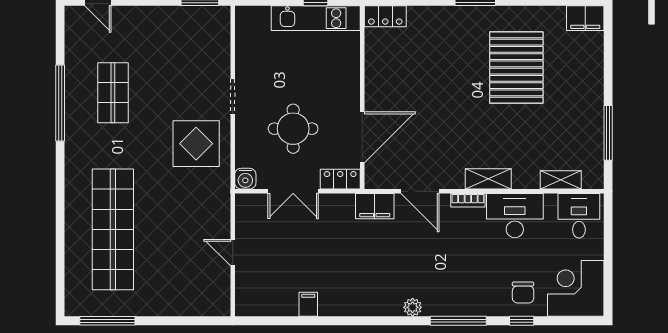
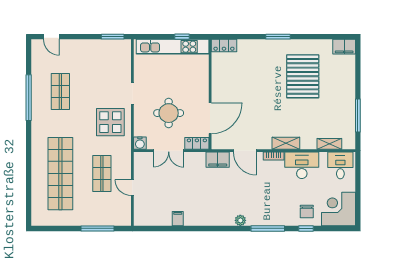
kitchen unit: (316, 18) -> (173, 47), width x1.36
shop shelf: (182, 229) -> (102, 174), added
window: (107, 321) -> (97, 228), moved

